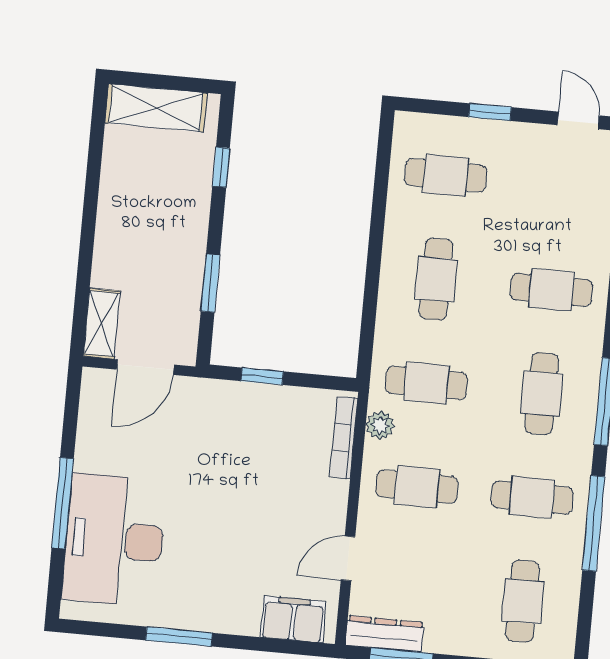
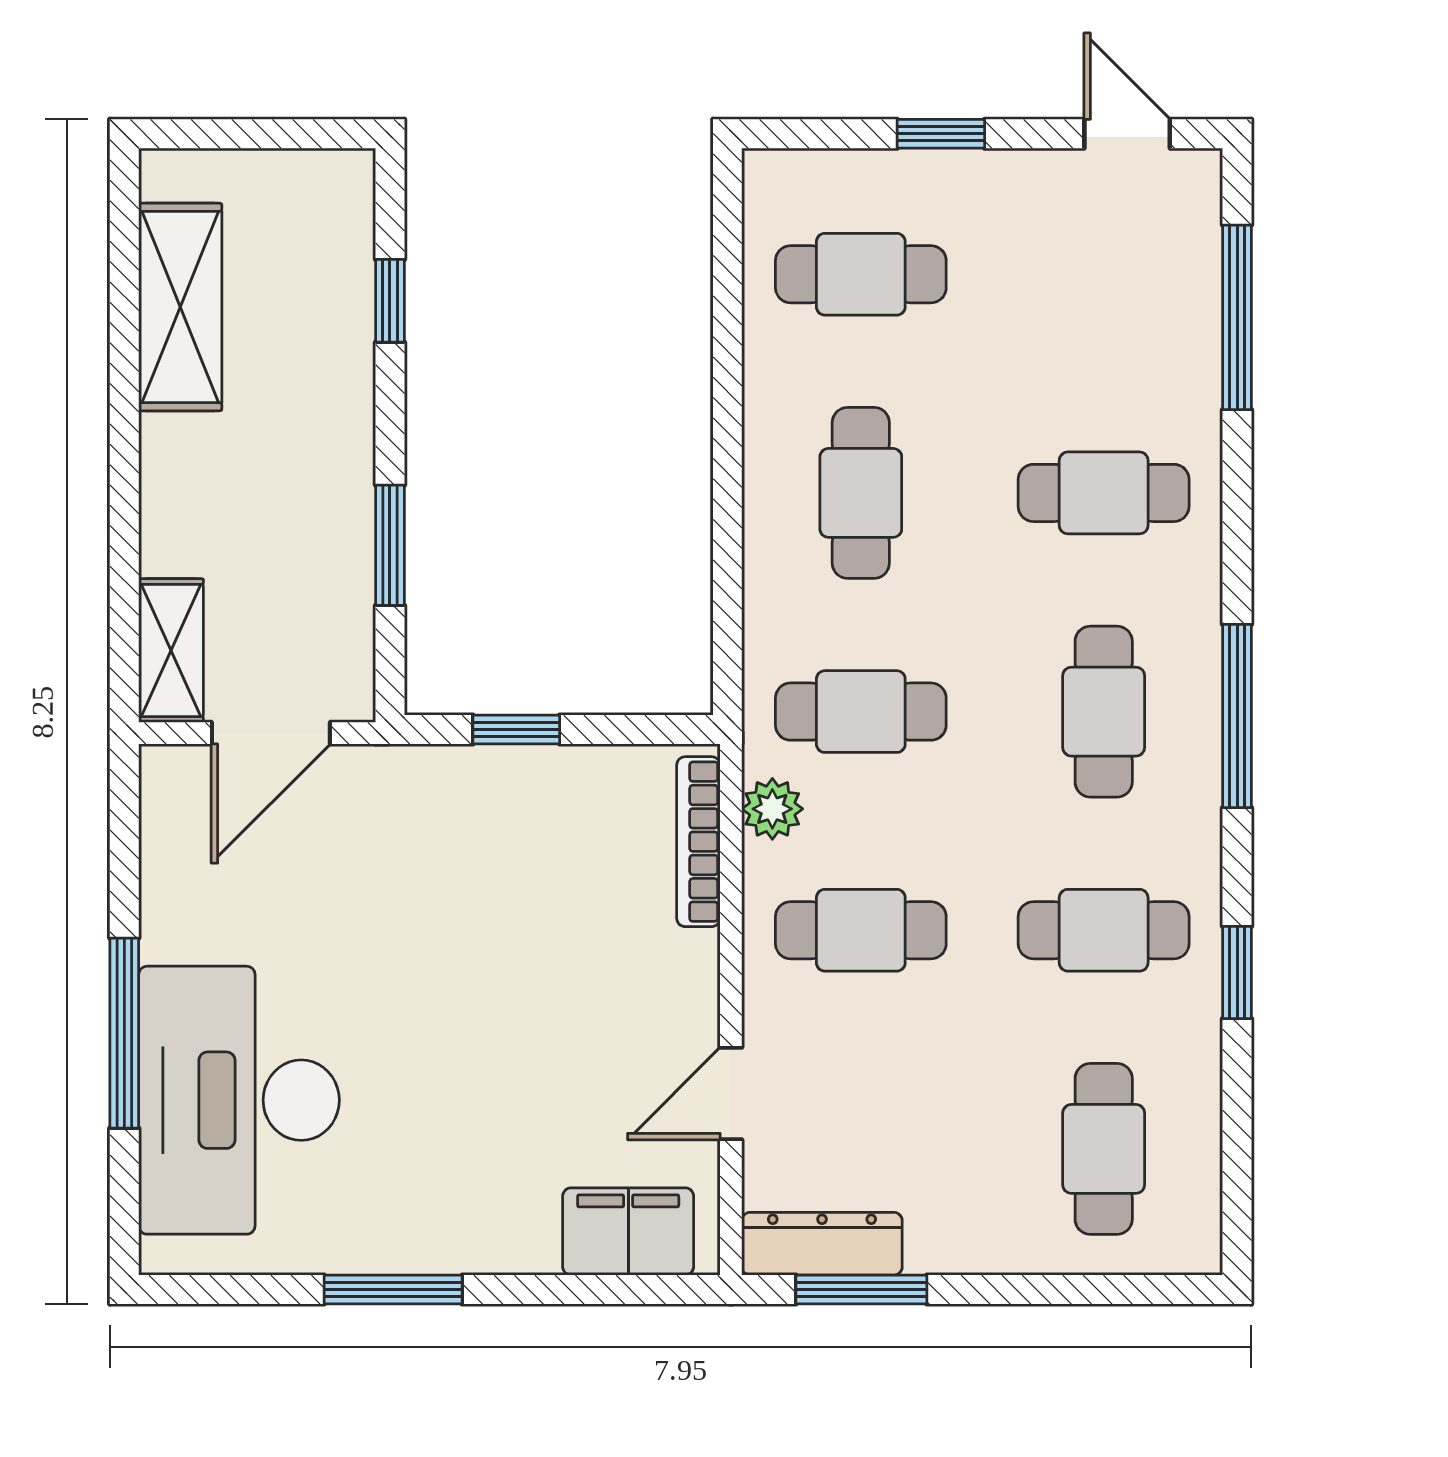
shelving: (156, 108) -> (180, 307), moved, turned 90
window: (594, 523) -> (1237, 972), width x0.46

